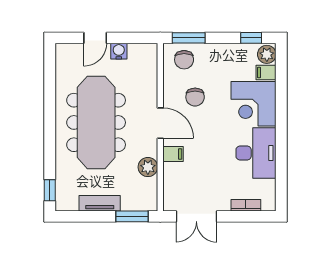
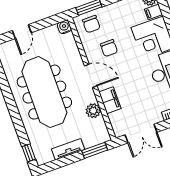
water cooler: (119, 51) -> (64, 27), moved
filing cabinet: (173, 154) -> (110, 100), width x2.00

